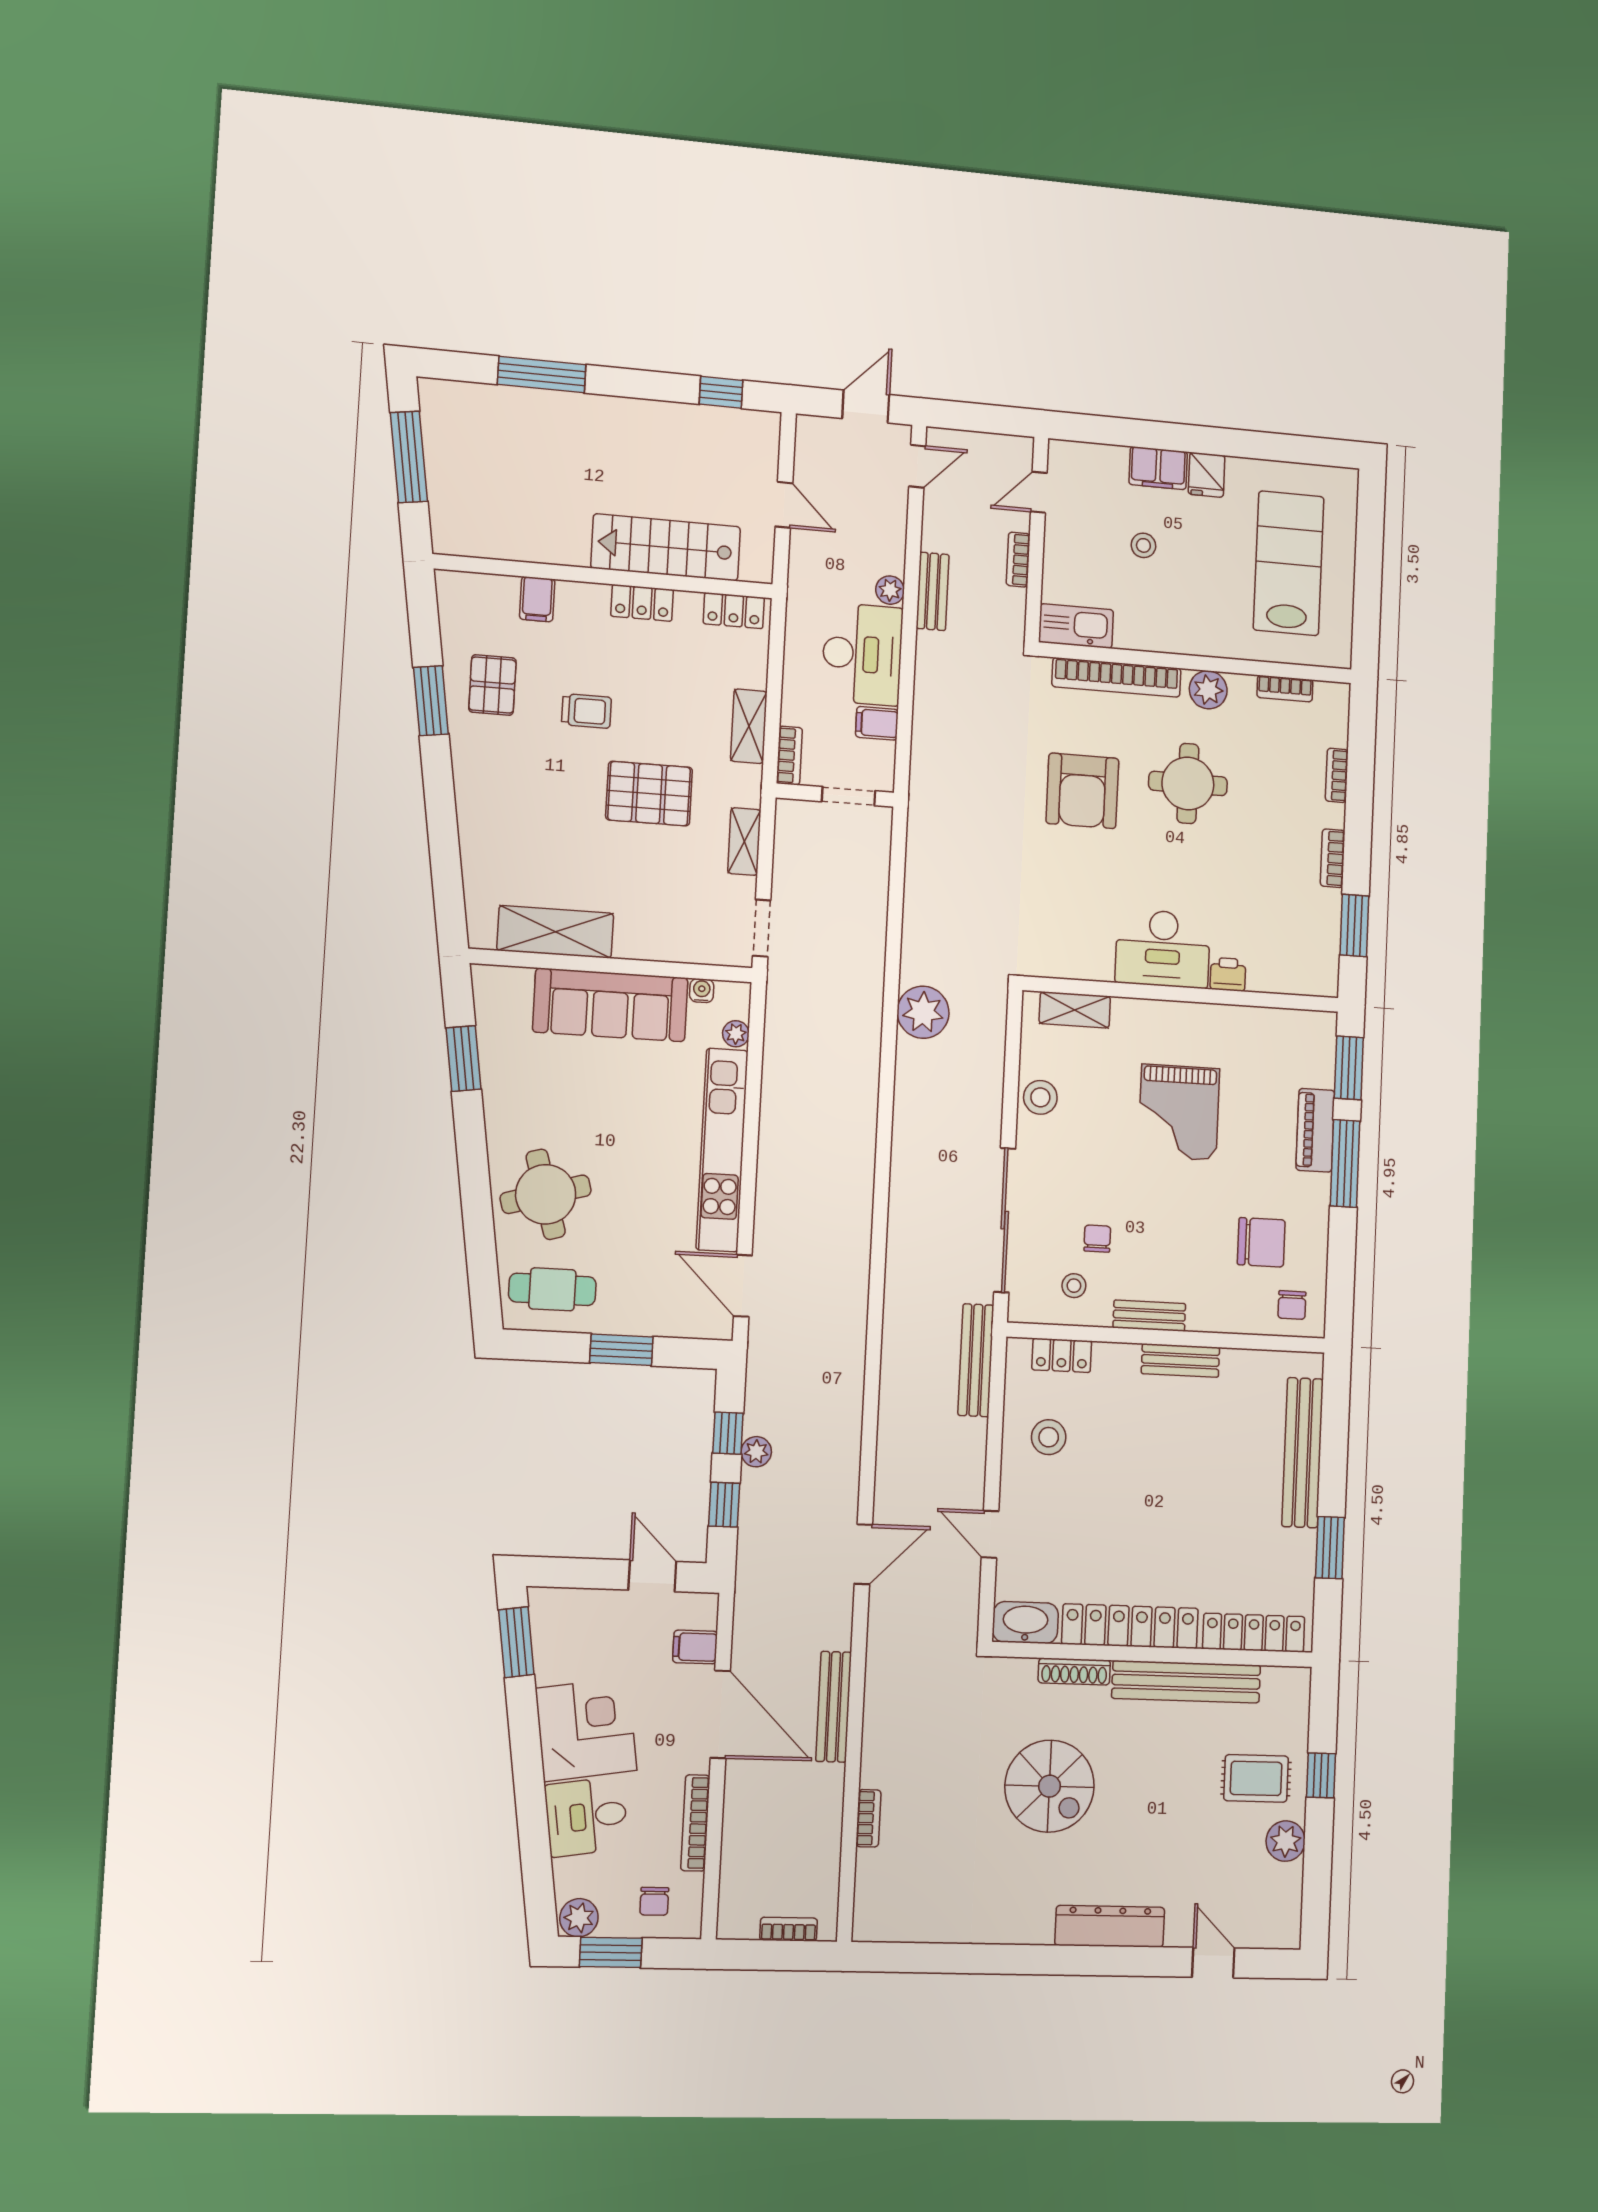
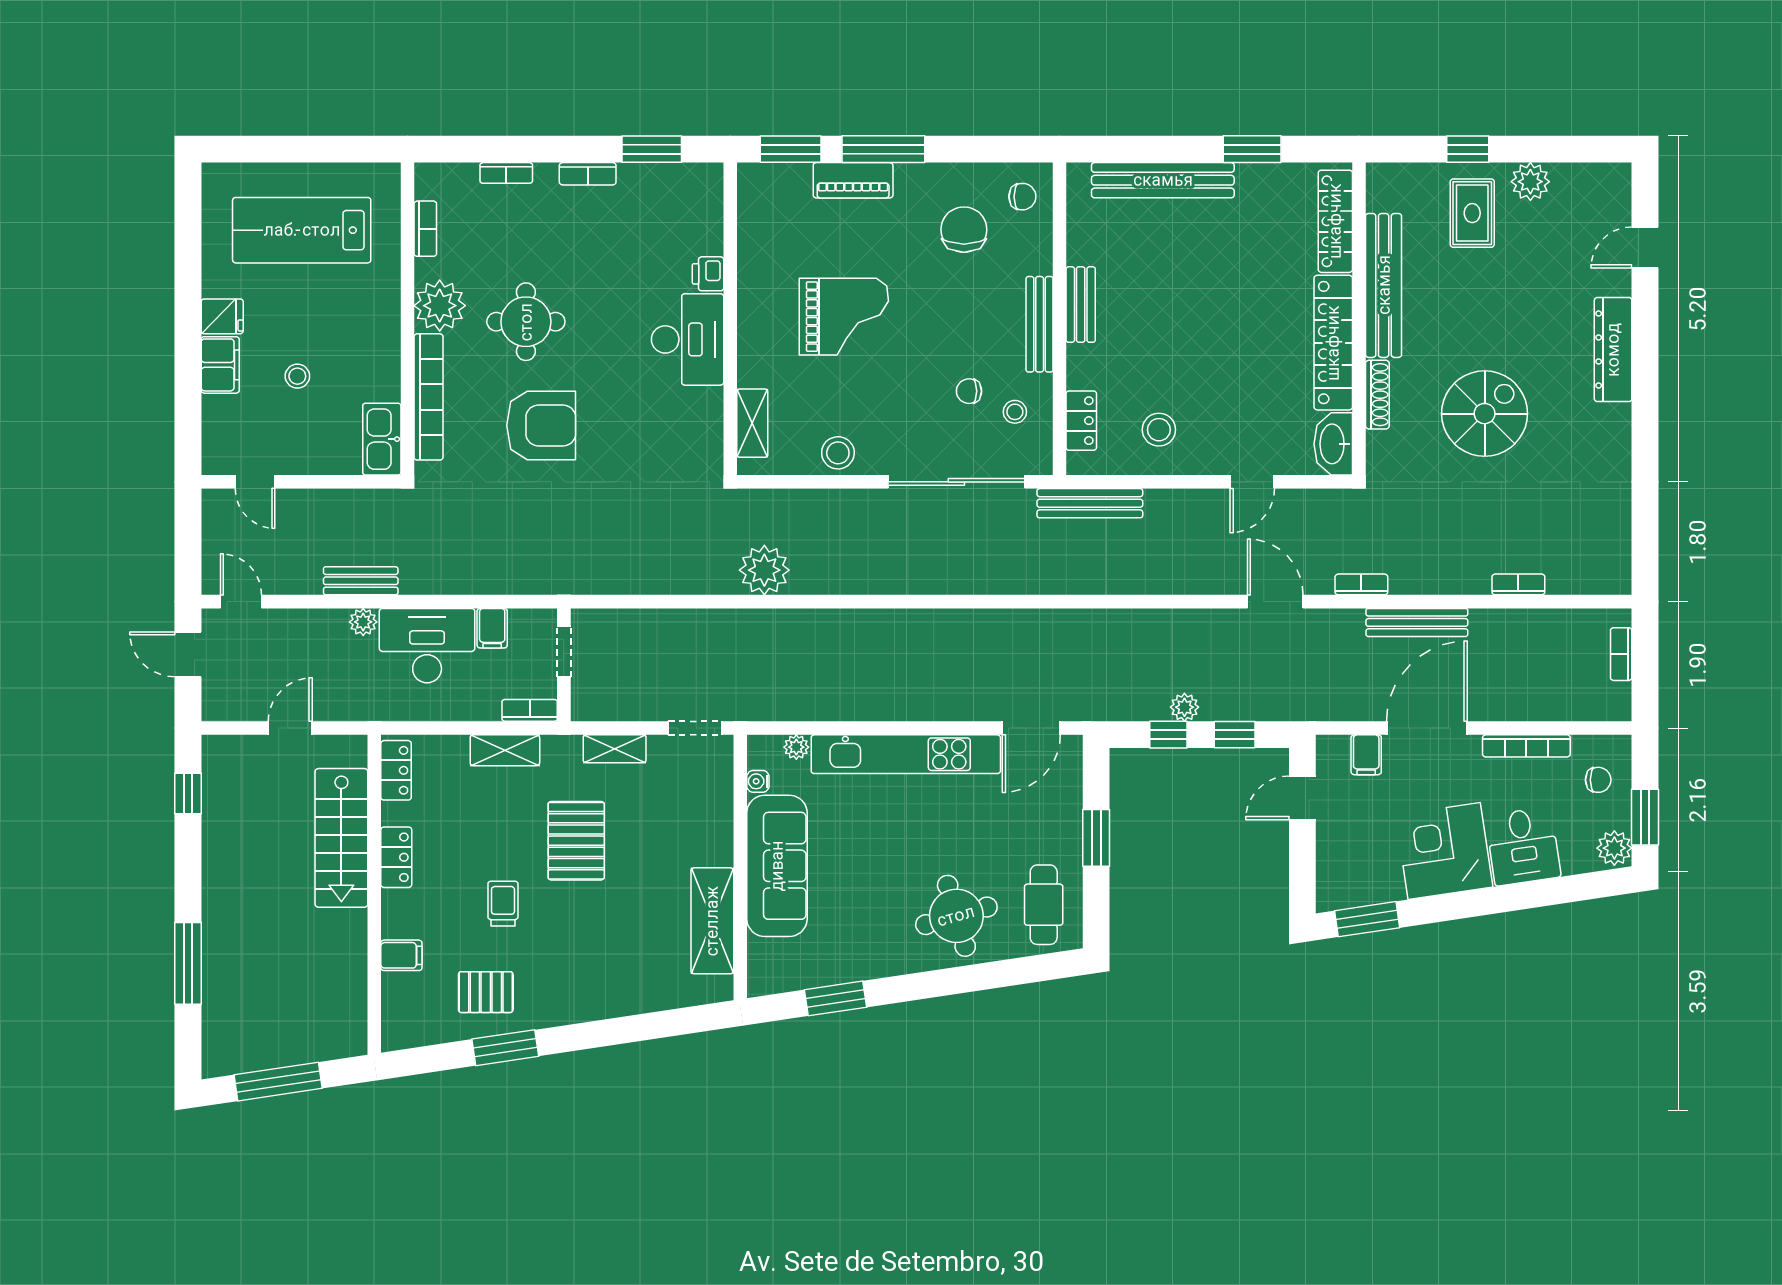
bookcase: (1018, 560) -> (1361, 584), moved, turned 180
plant: (1208, 690) -> (440, 306), width x1.36, depth x1.36
bench: (1149, 1316) -> (1040, 324), width x1.36

